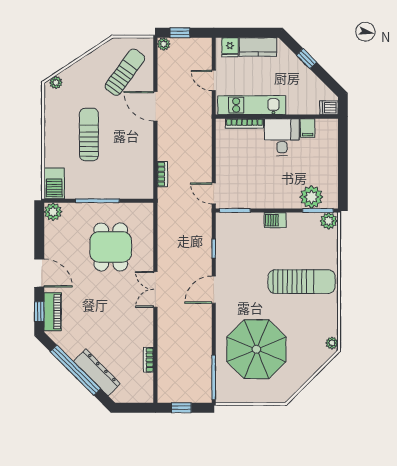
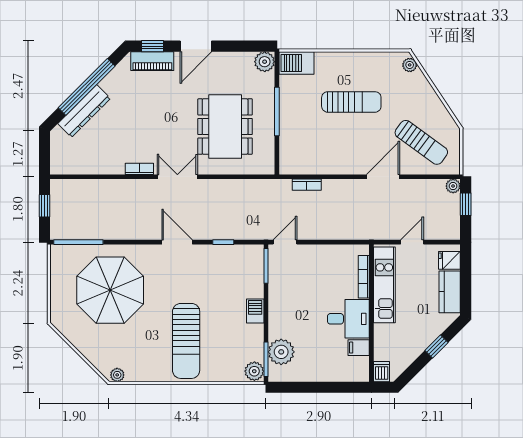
dining table: (111, 247) -> (225, 126), width x1.38
bookcase: (148, 360) -> (139, 169), moved

